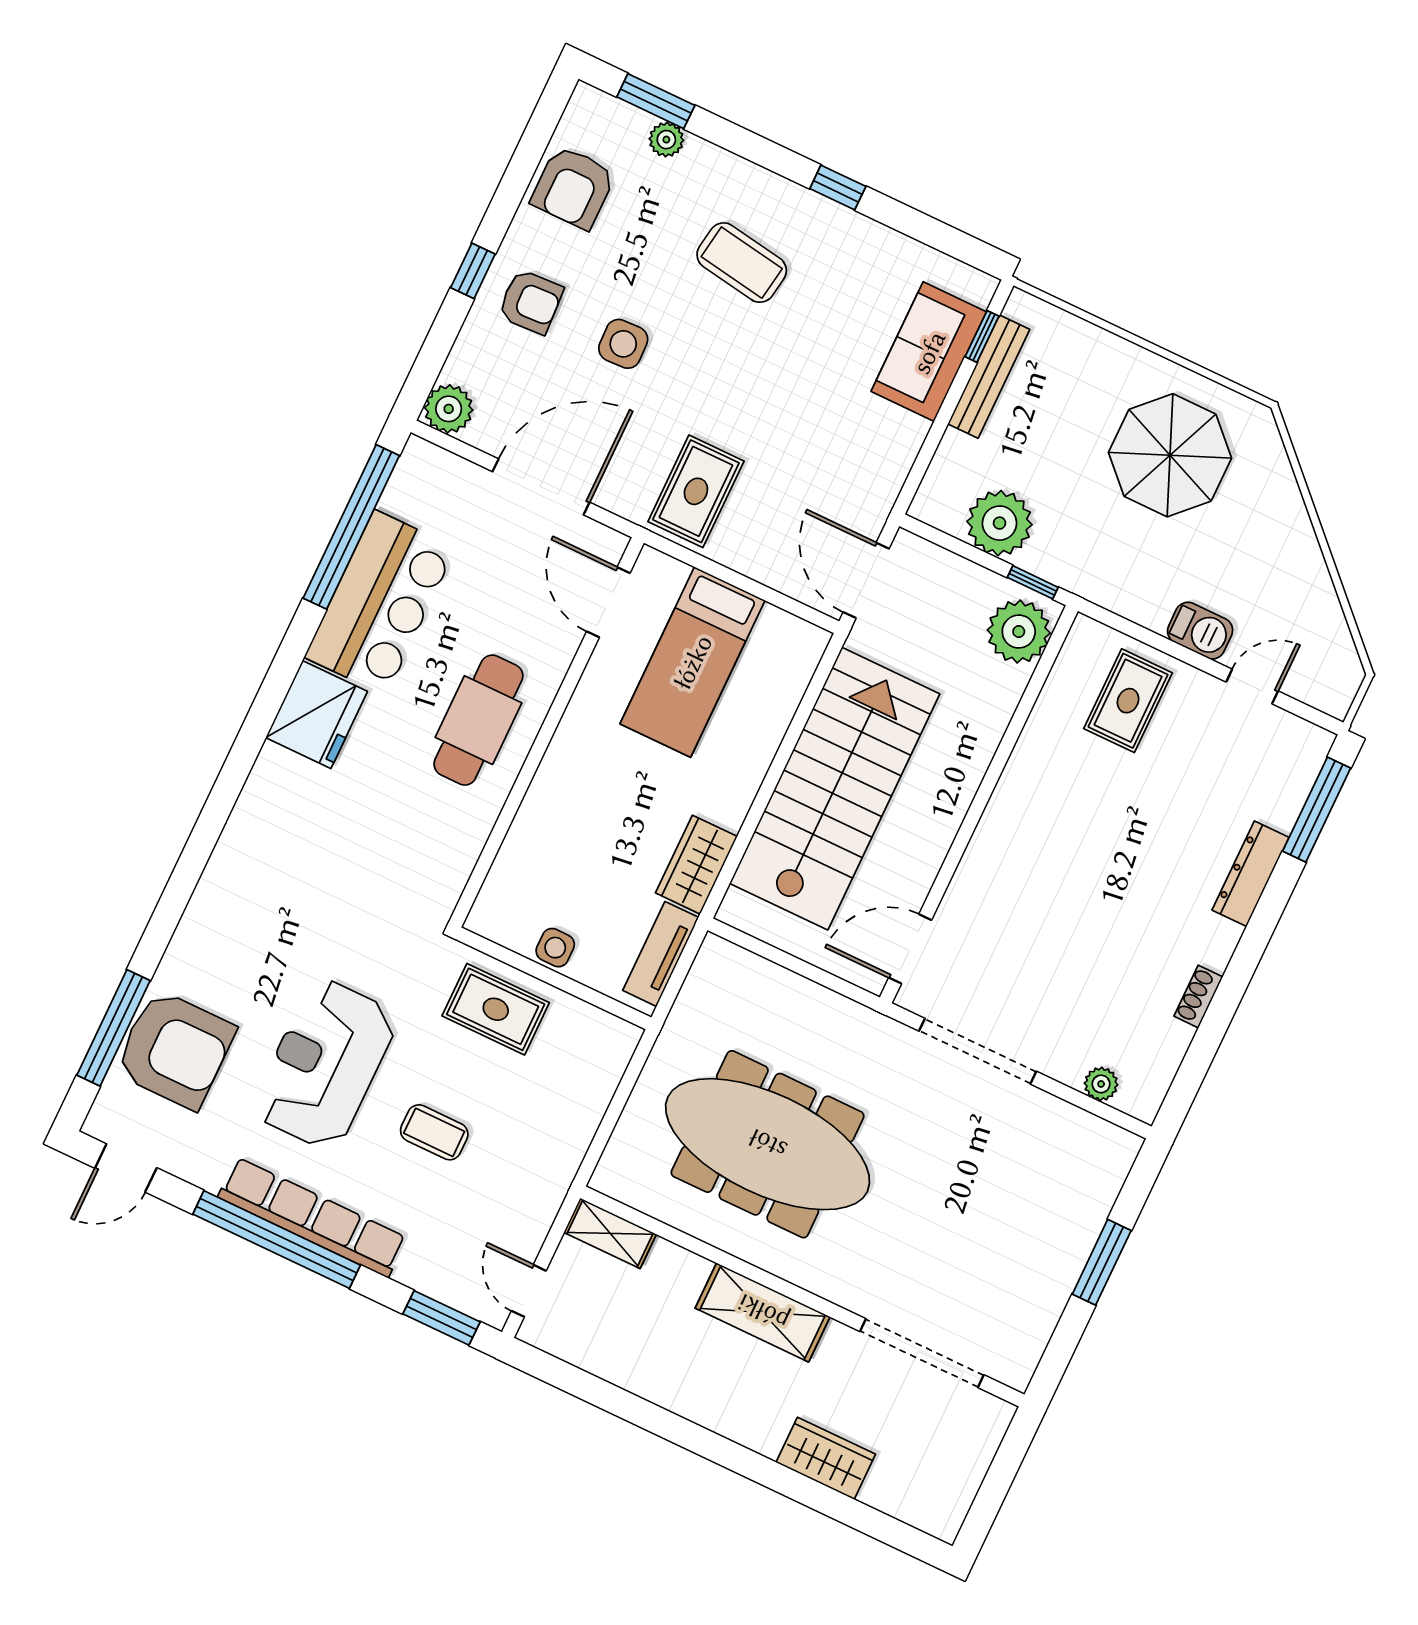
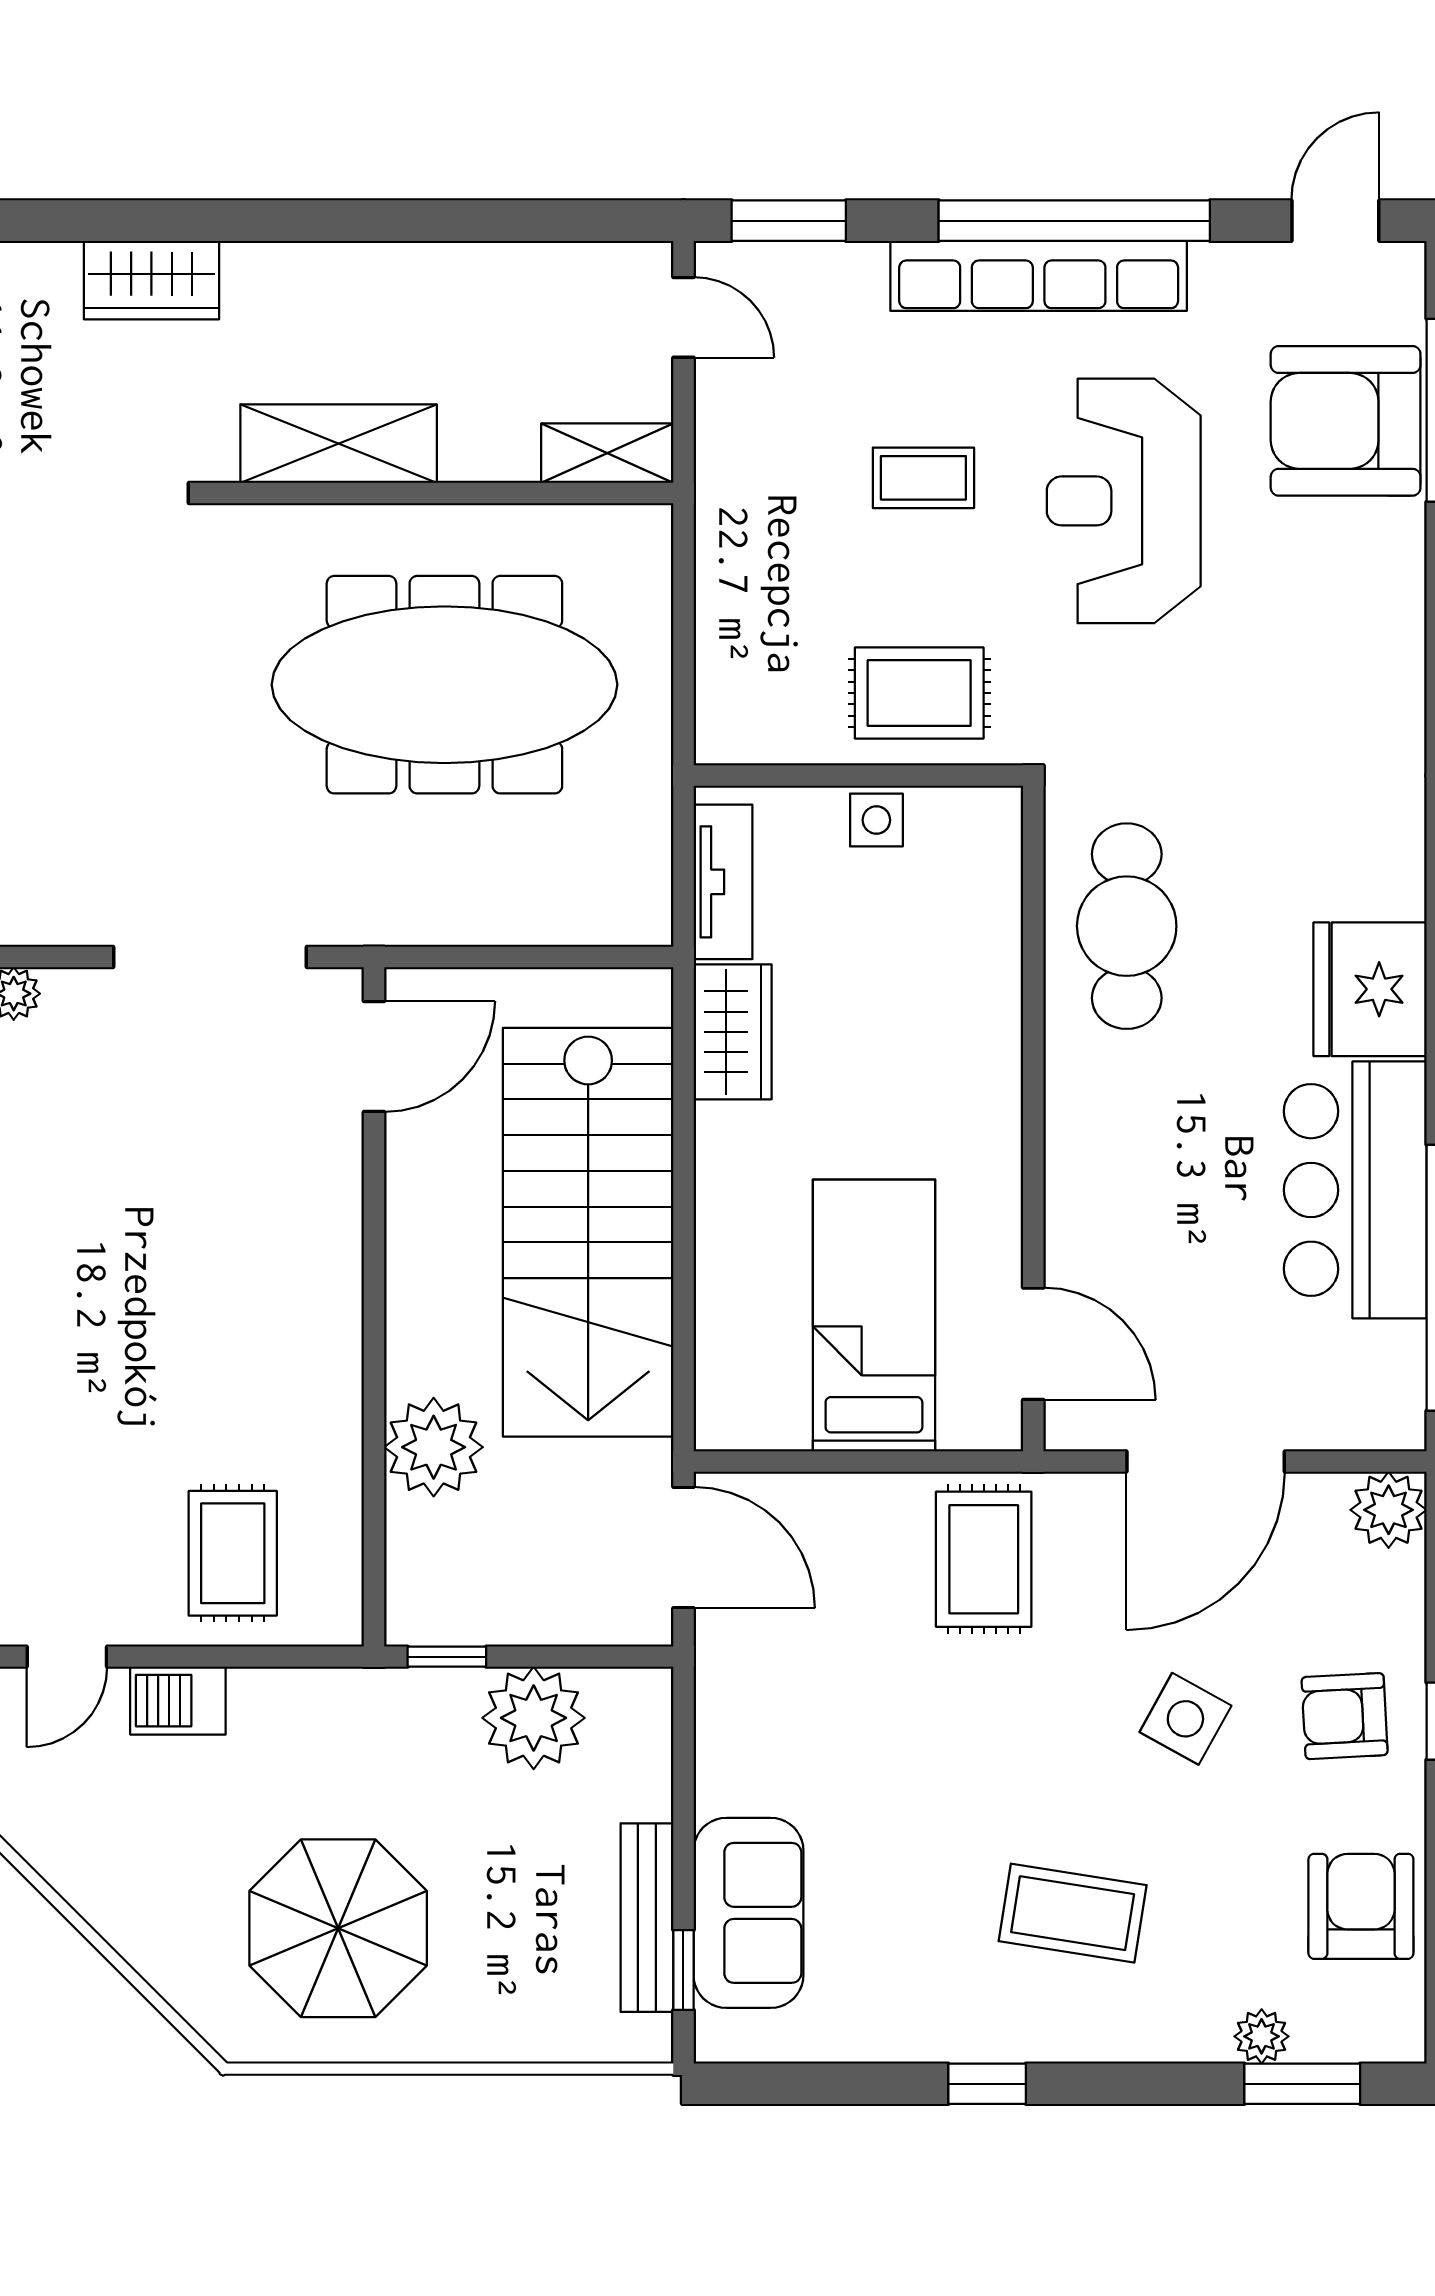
side table: (623, 344) -> (1185, 1719), turned 31
plant: (1019, 632) -> (434, 1447), moved
cafe table: (478, 720) -> (1127, 926), moved
reception desk: (325, 1064) -> (1124, 501), turned 180

